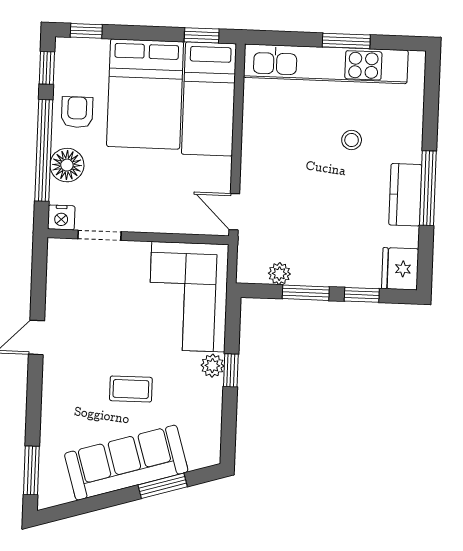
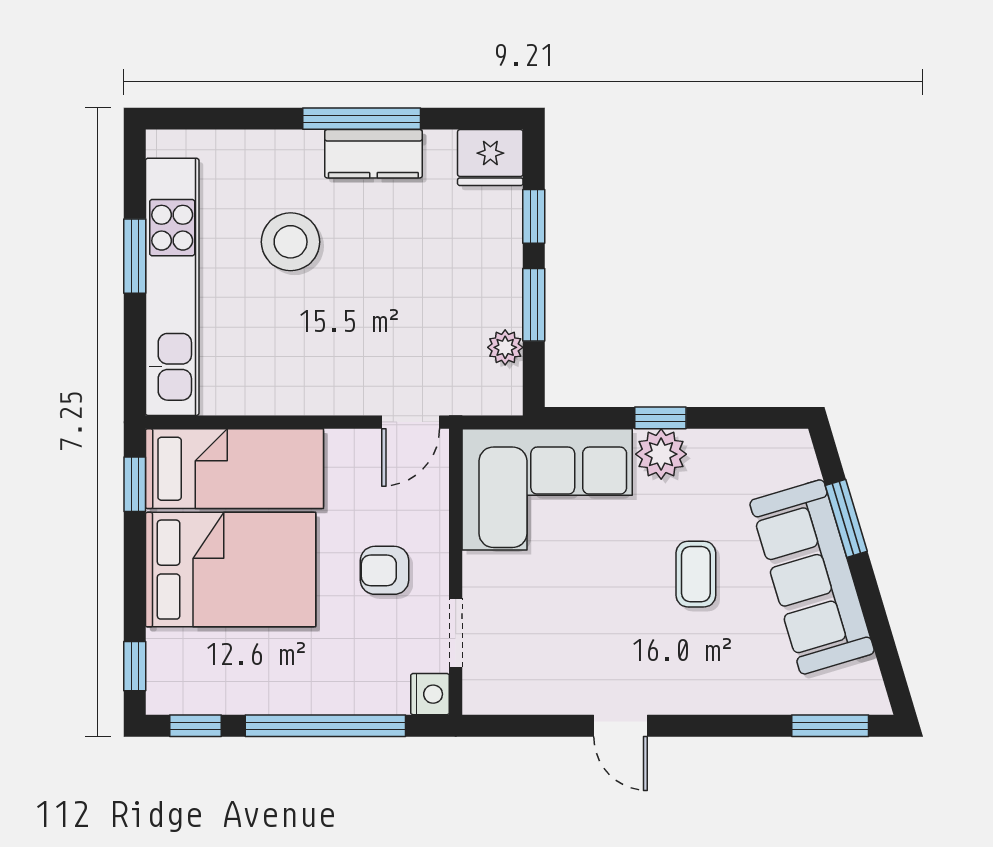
armchair: (77, 112) -> (385, 570), moved
stool: (352, 140) -> (291, 242), width x1.89, depth x1.89
floor lamp: (67, 165) -> (347, 688), removed
plant: (212, 366) -> (661, 454), width x1.38, depth x1.38

